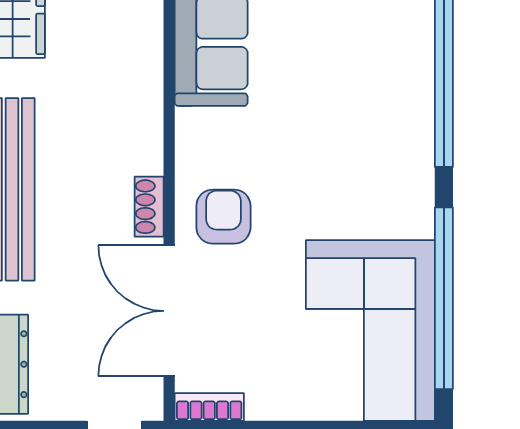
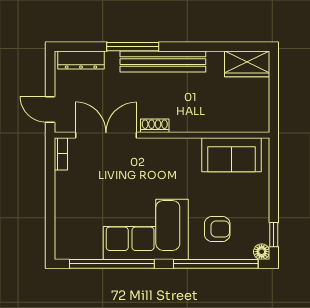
armchair: (223, 217) -> (217, 229), moved
corner sofa: (370, 331) -> (146, 229), moved

